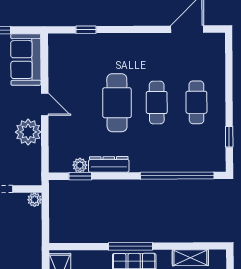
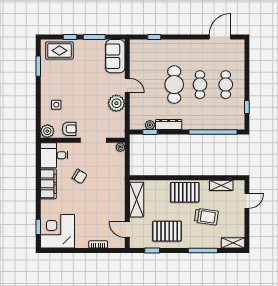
window: (130, 246) -> (182, 178), removed

